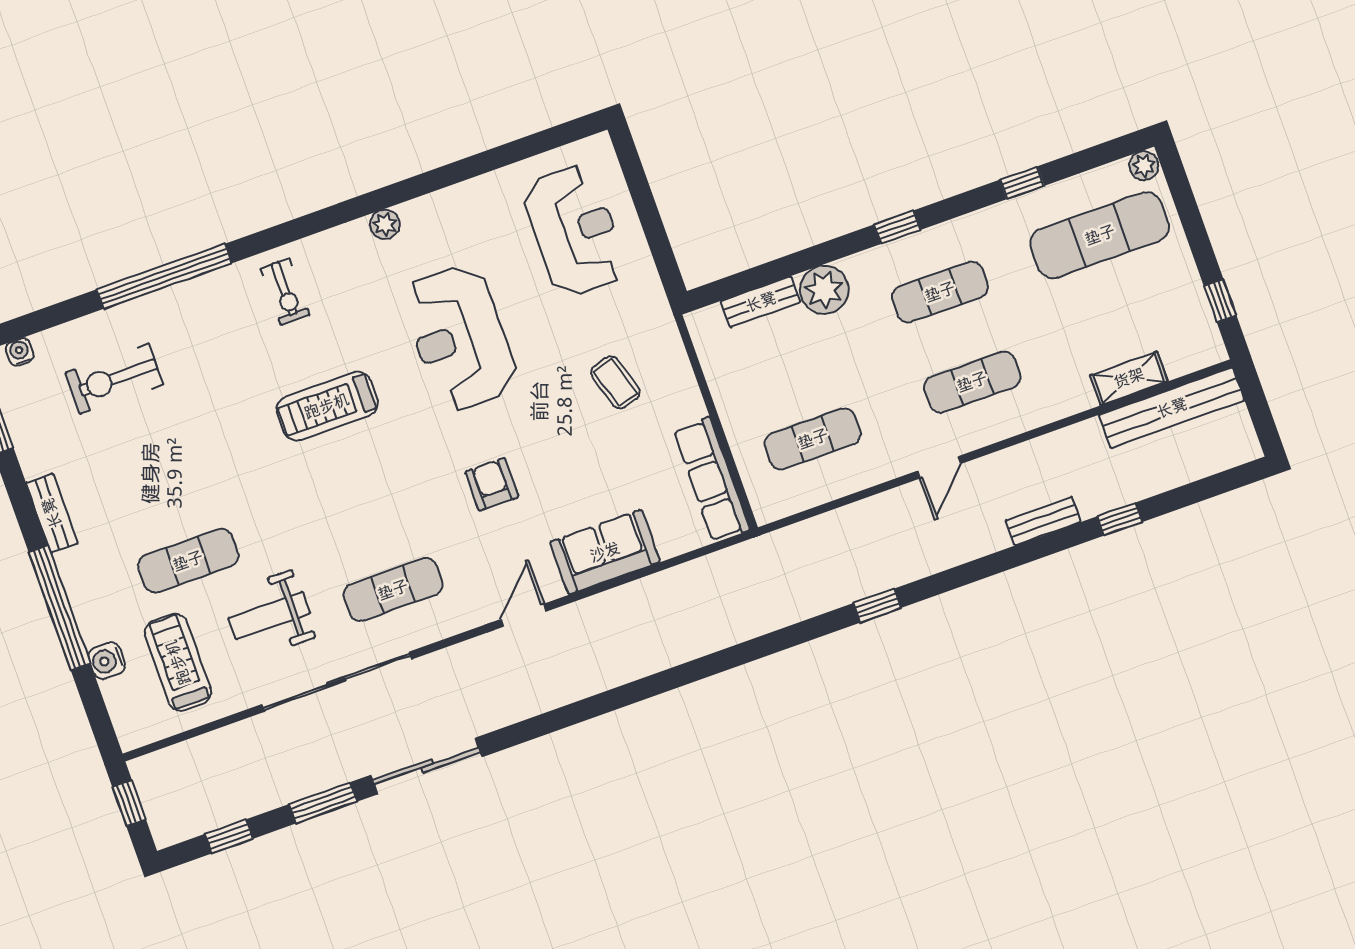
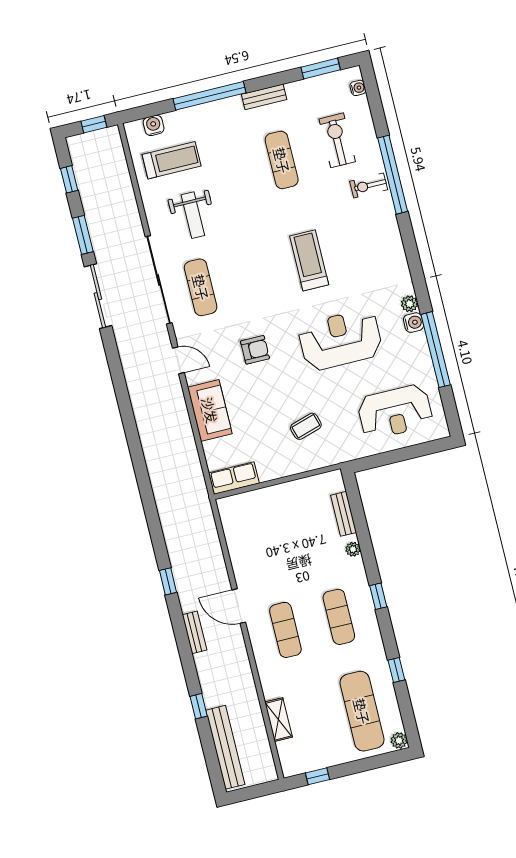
window: (460, 171) -> (436, 350), added
water cooler: (417, 214) -> (413, 323), added
plant: (824, 290) -> (353, 549), width x0.53, depth x0.53
exercise bike: (285, 292) -> (369, 185), moved
bench: (1172, 408) -> (225, 747), moved
exercise mat: (813, 439) -> (262, 536), removed
door: (939, 467) -> (239, 606), width x1.38
row of seats: (711, 480) -> (234, 478), width x0.68
bench: (1043, 521) -> (195, 632), moved
exercise mat: (188, 561) -> (282, 160), moved
window: (877, 606) -> (168, 581), moved
weight bench: (269, 616) -> (193, 215), turned 180
water cooler: (107, 661) -> (154, 125), moved
sliding door: (337, 682) -> (159, 280), moved

